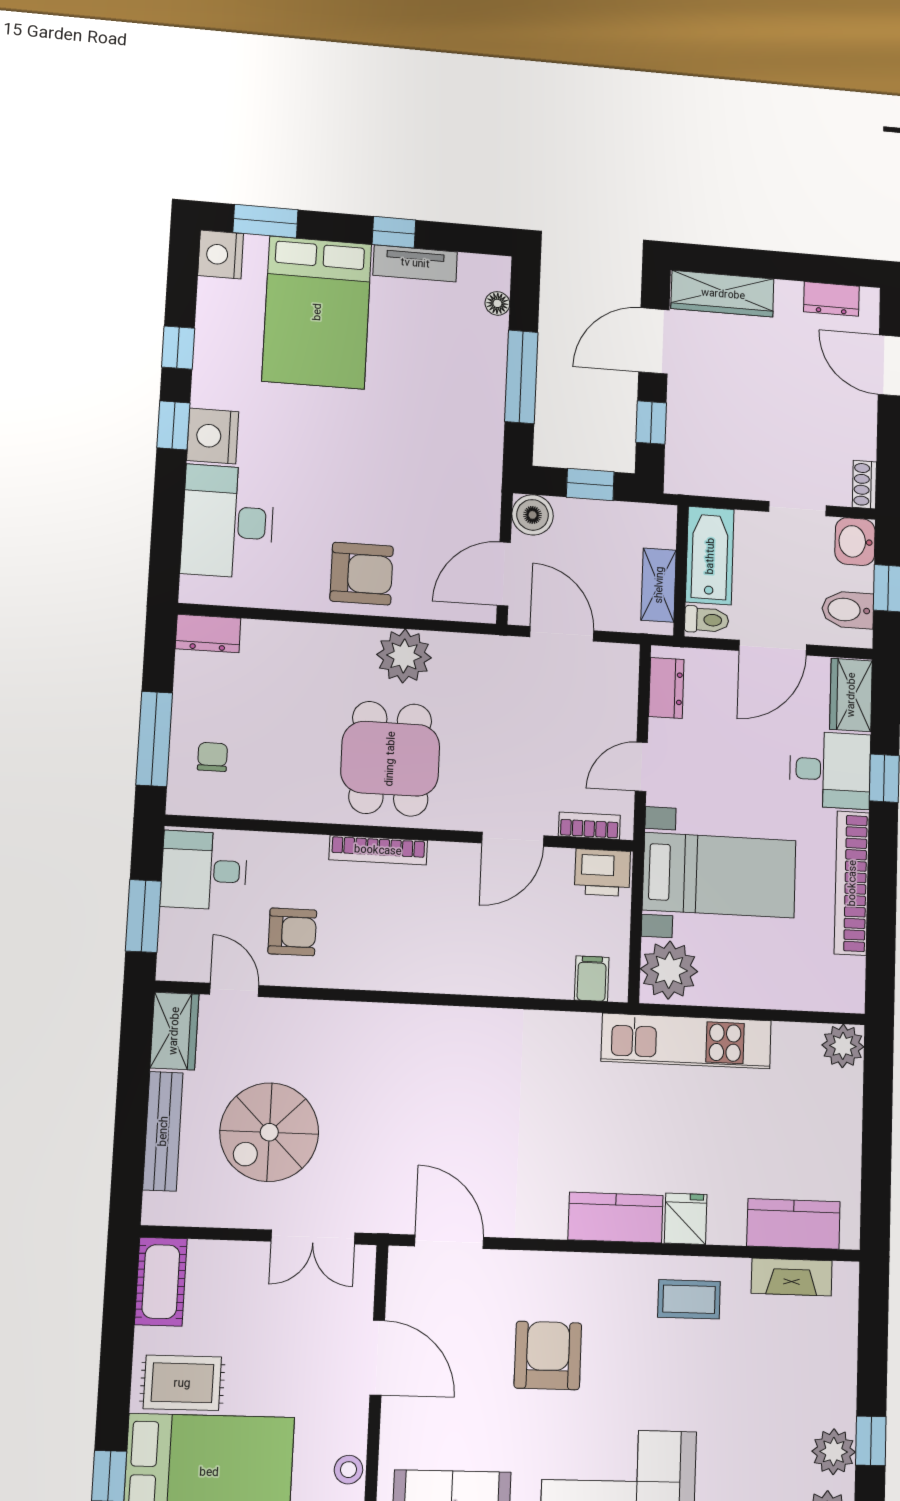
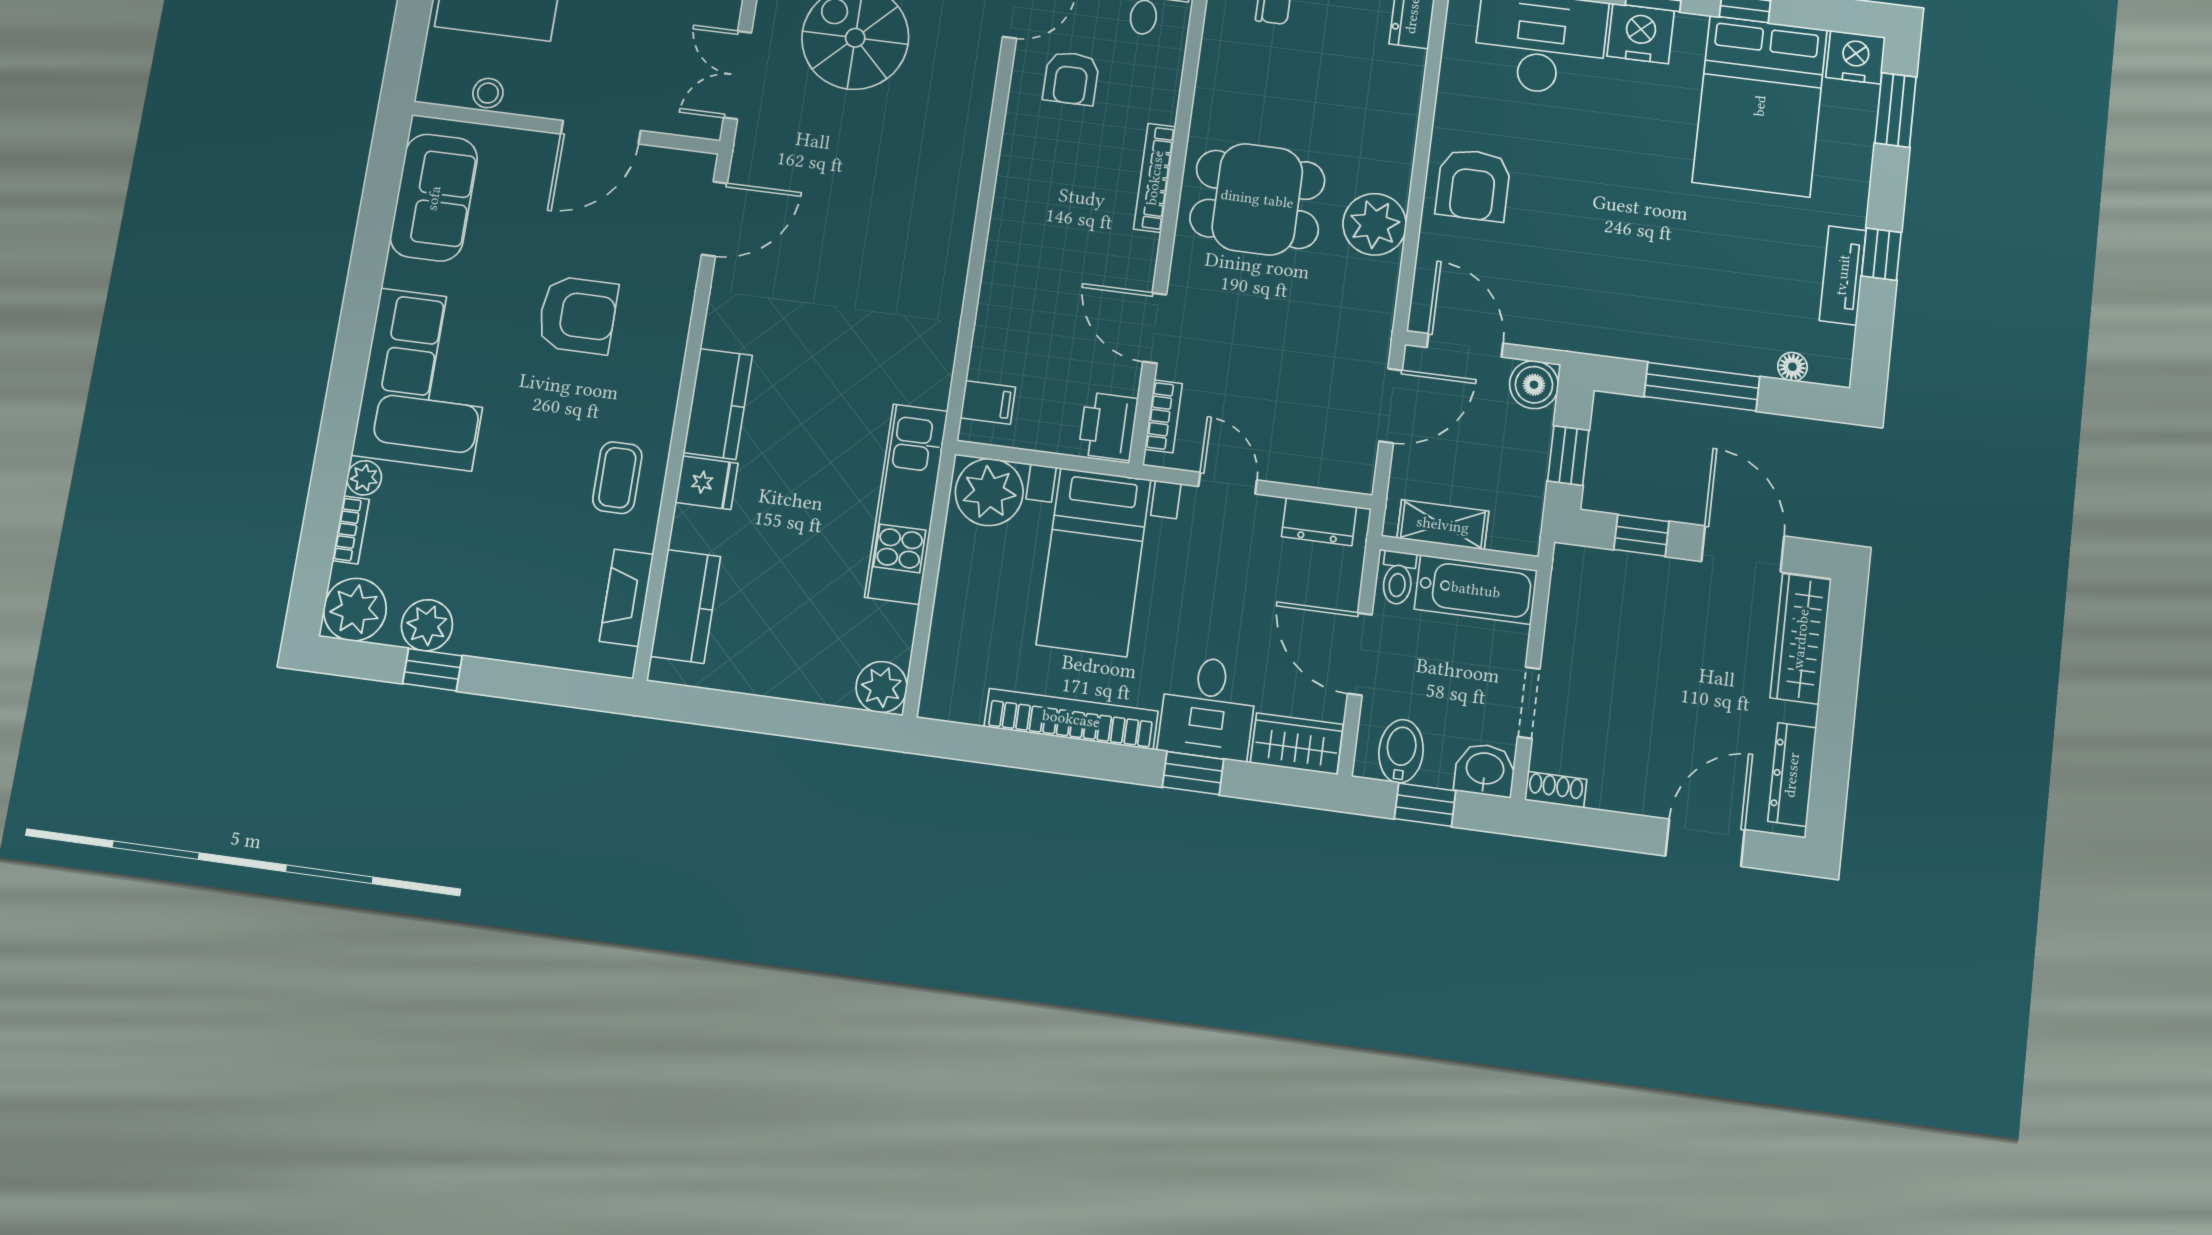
dresser: (831, 299) -> (1792, 775), width x1.44
bed: (317, 312) -> (1760, 106), moved, turned -90

